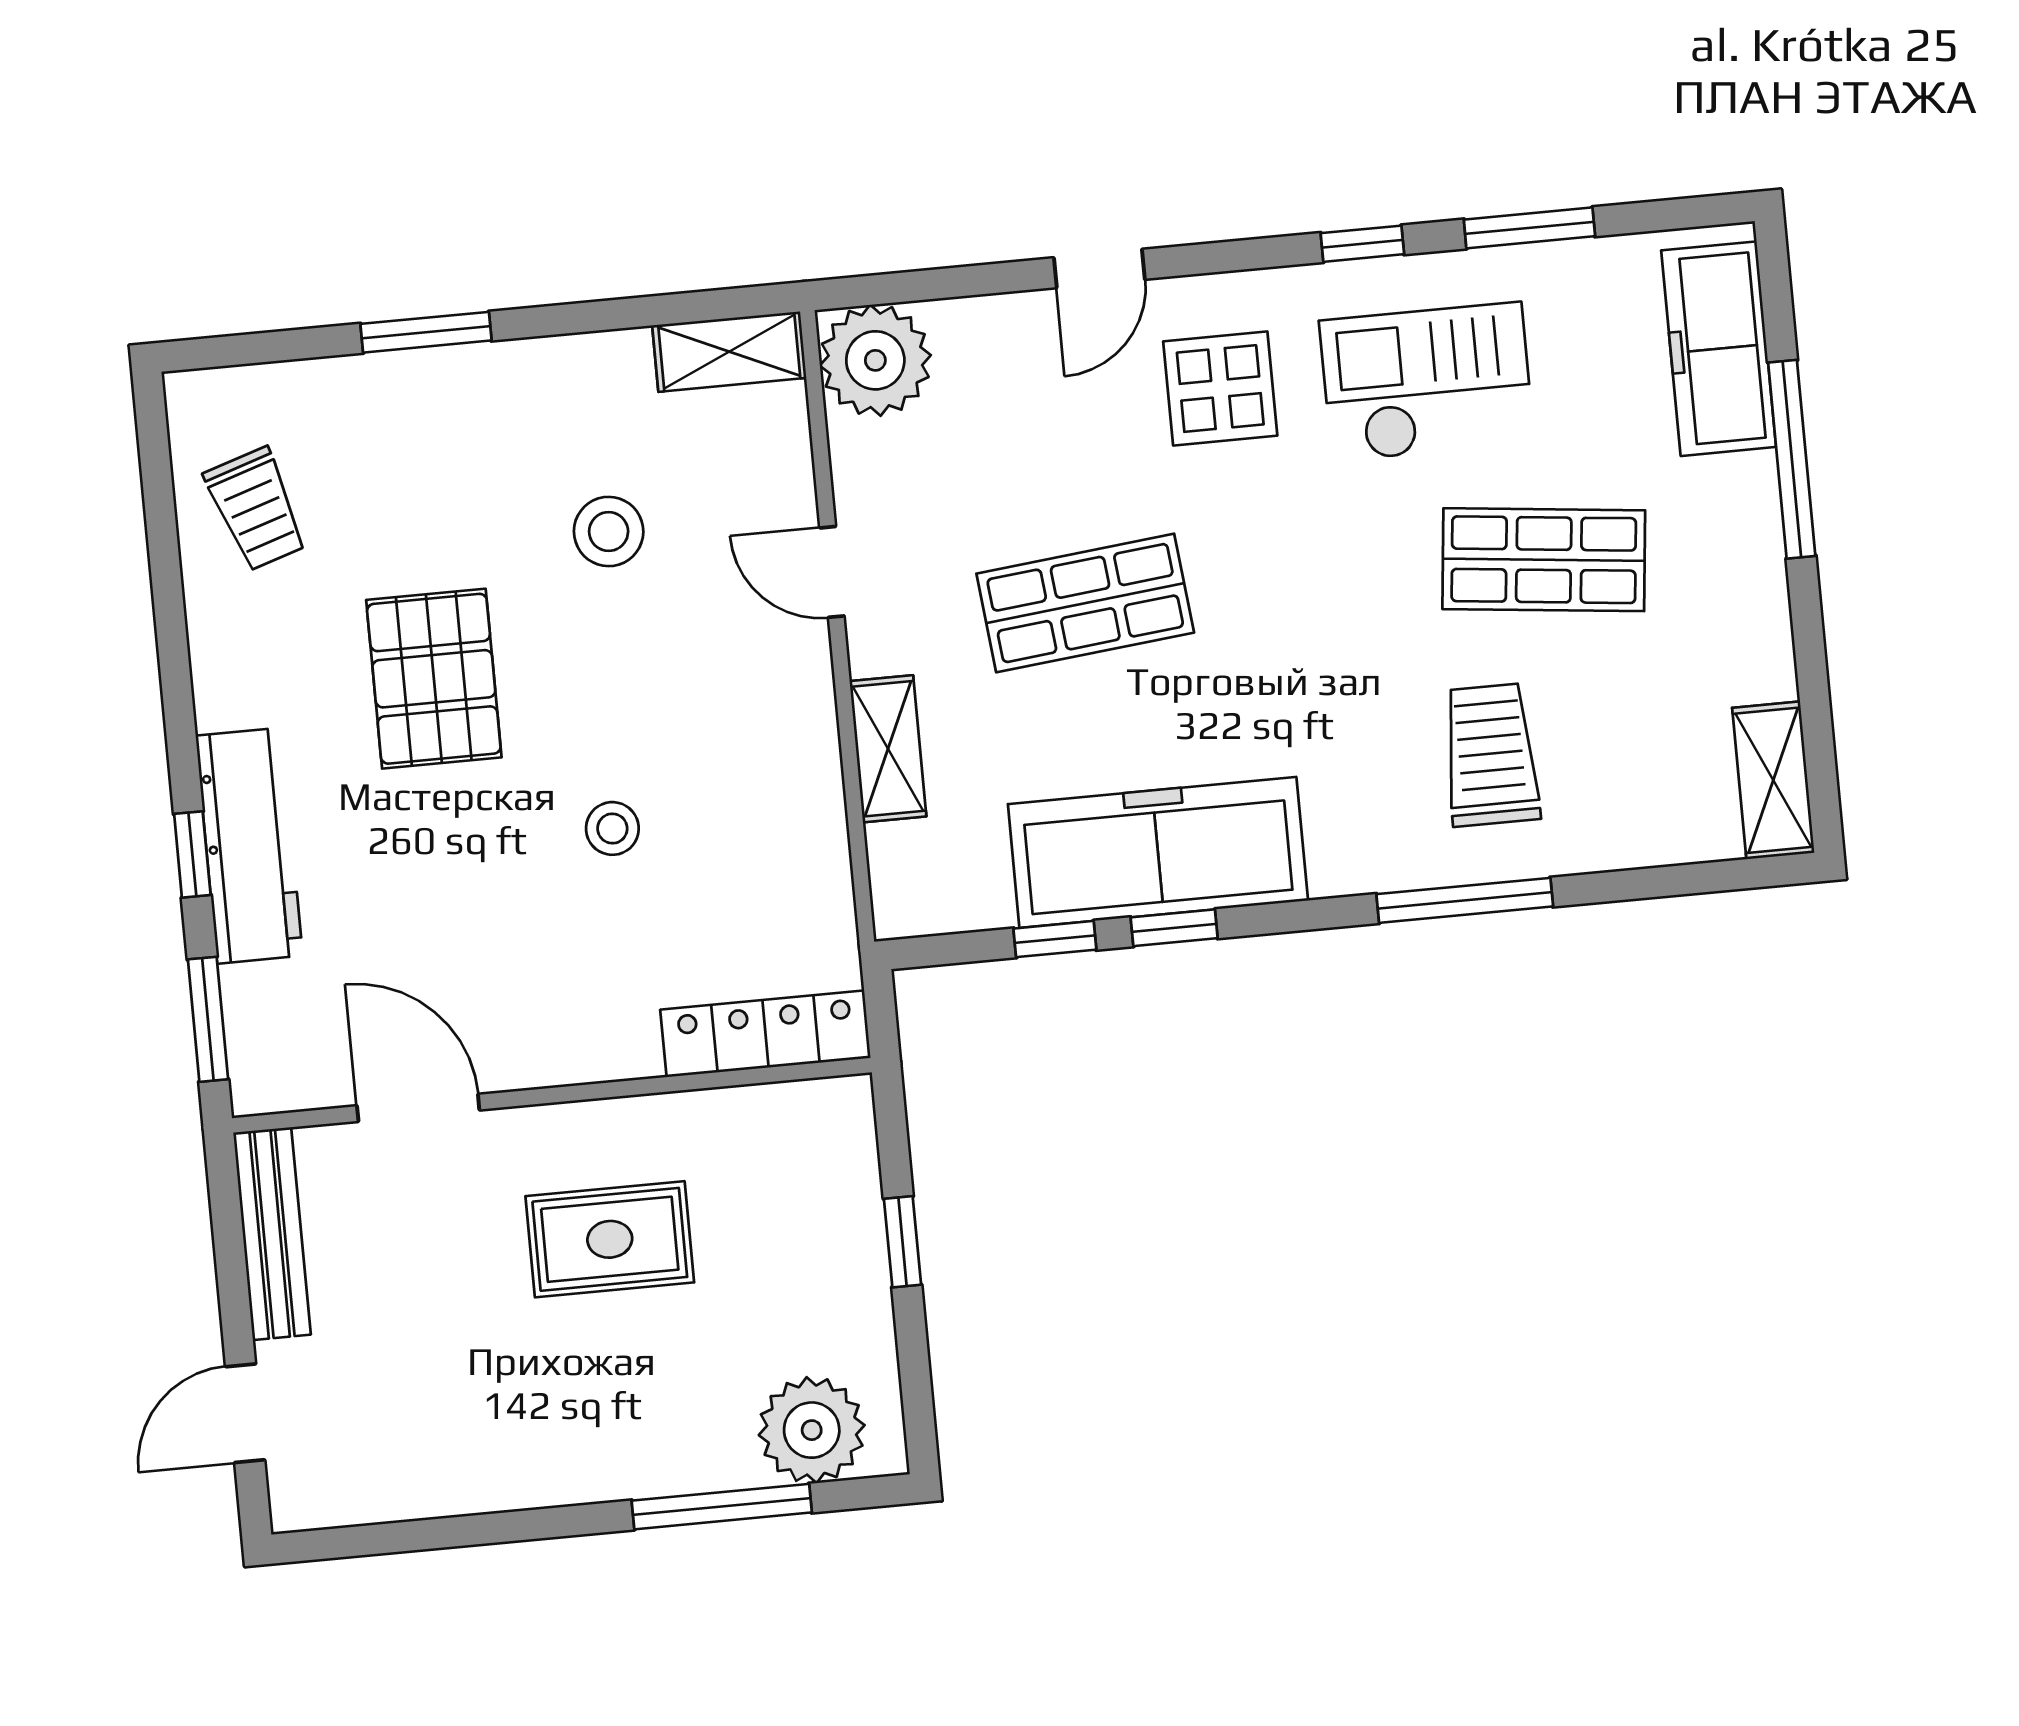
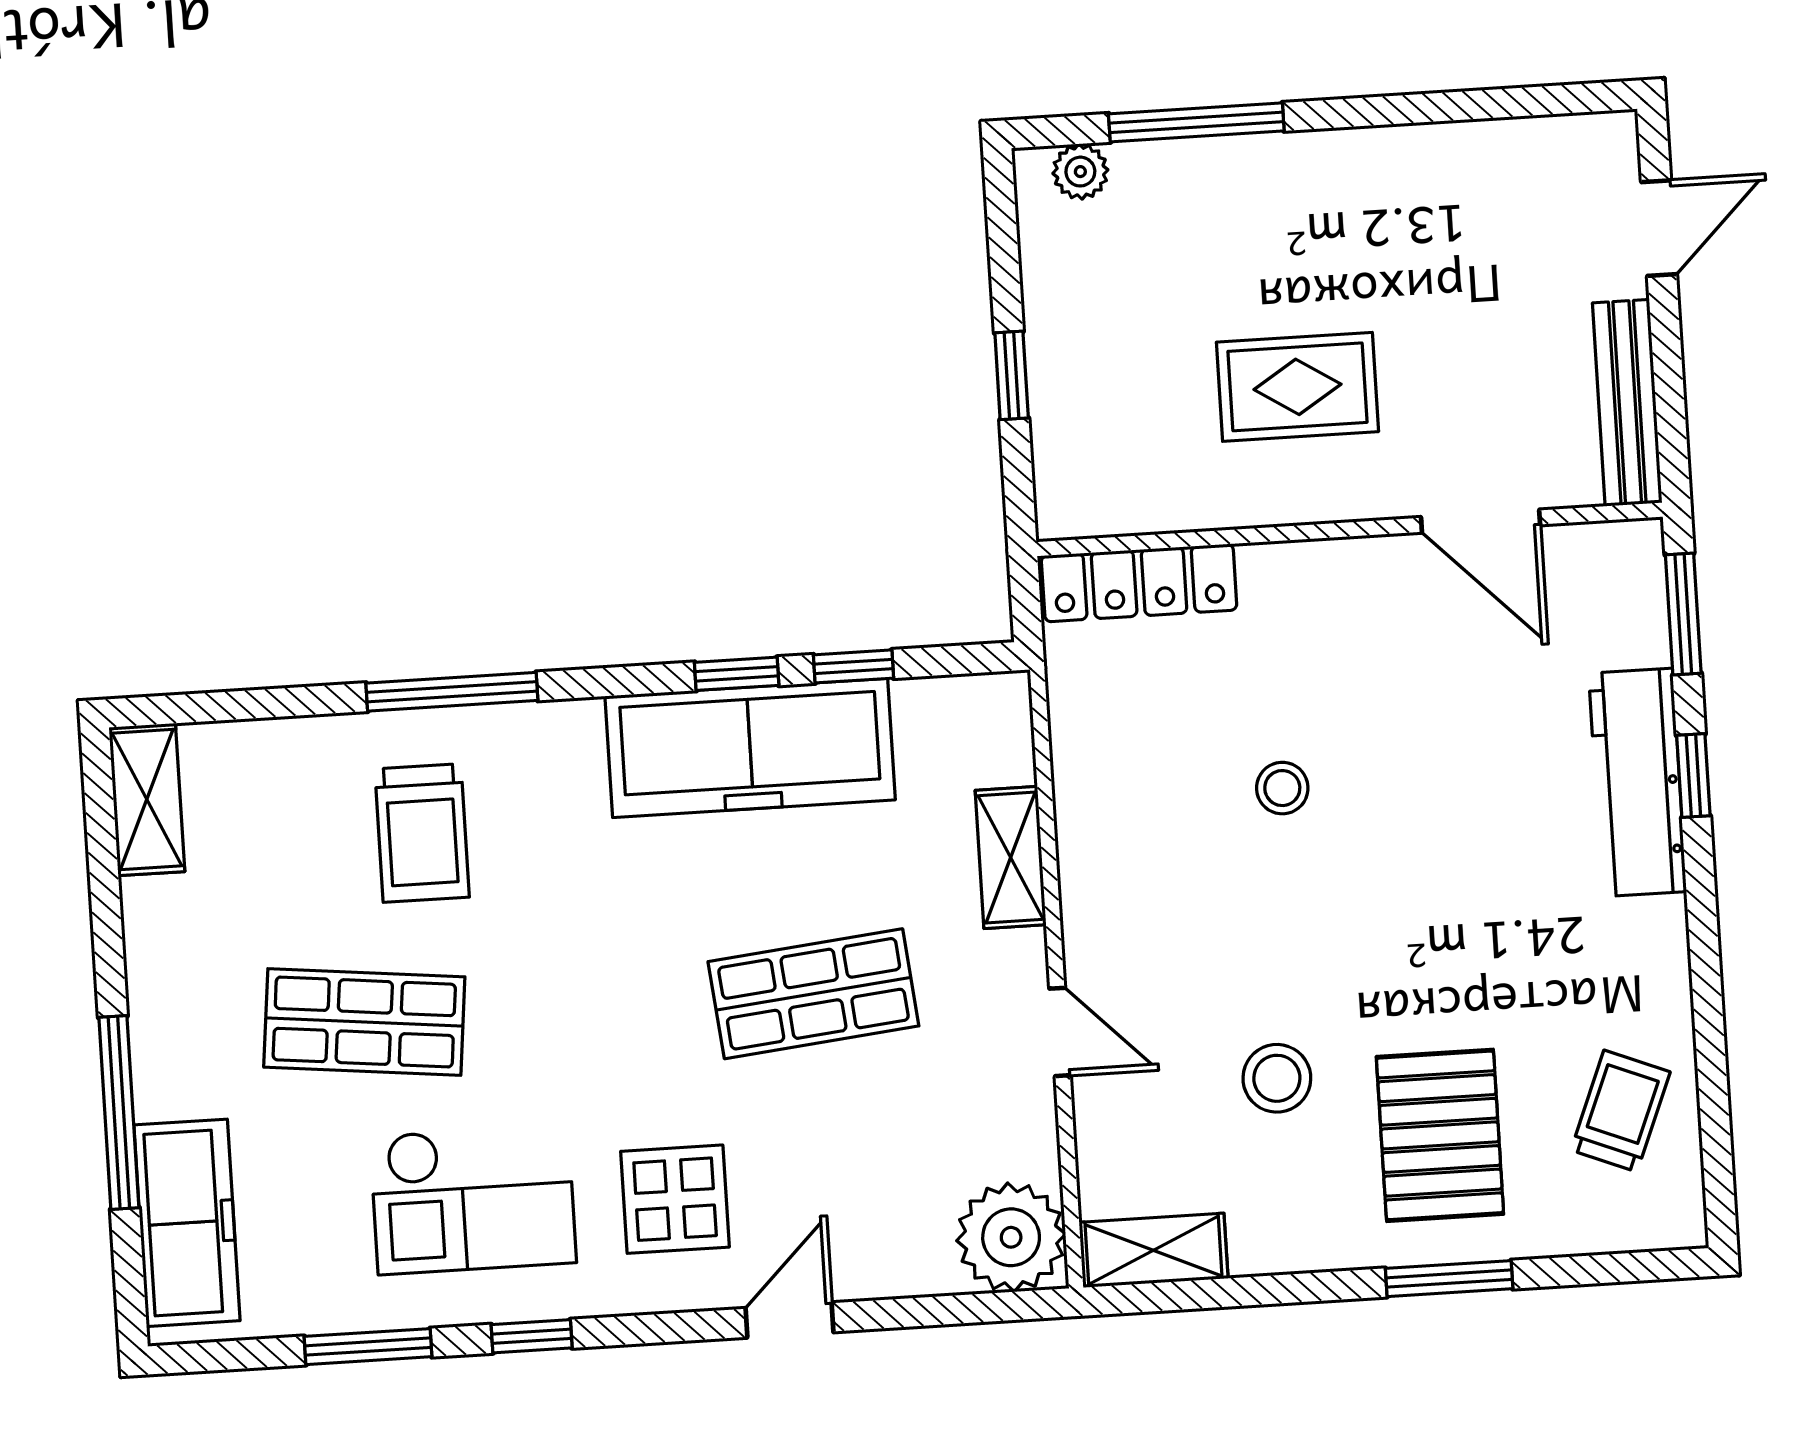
trolley: (256, 509) -> (1620, 1111), turned 40
pallet: (434, 679) -> (1440, 1135), moved
plant: (812, 1430) -> (1080, 172), width x0.53, depth x0.53

